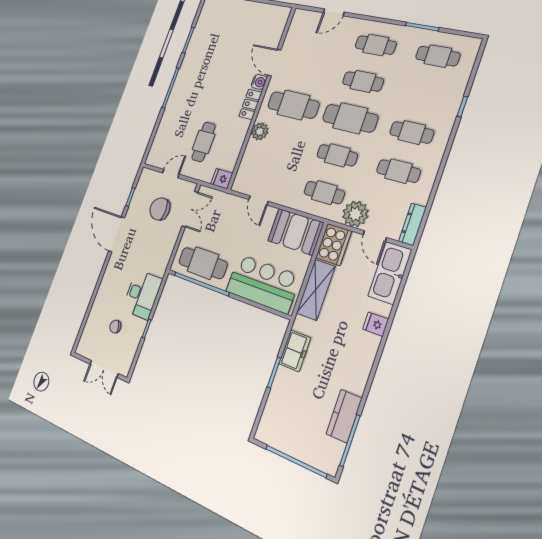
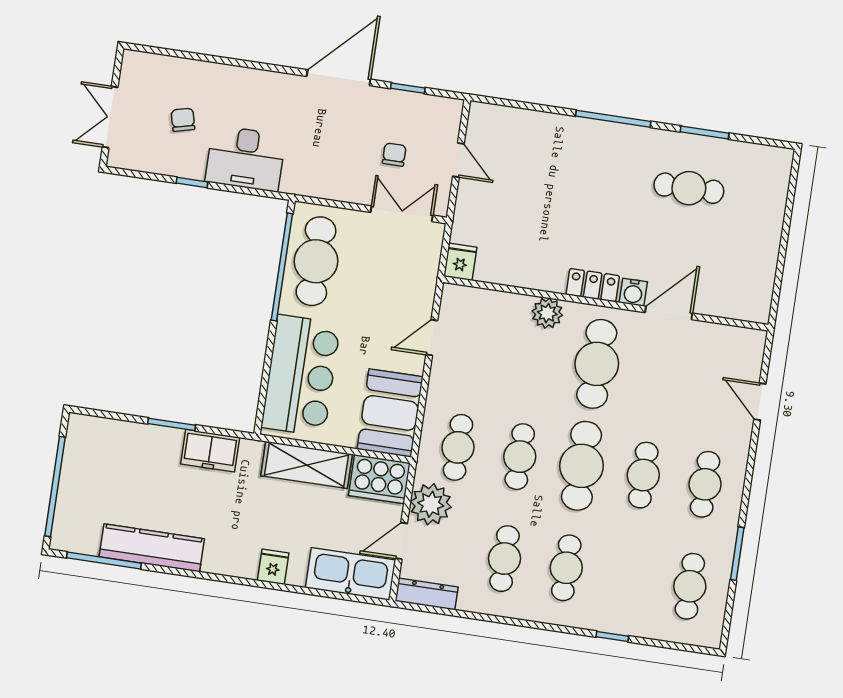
cafe table: (204, 142) -> (689, 188), moved
chair: (160, 209) -> (394, 155), width x0.54, depth x0.54
double door: (190, 209) -> (402, 214), swing flipped
kitchen counter: (344, 416) -> (152, 548), width x1.50

